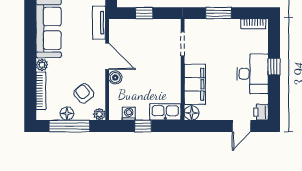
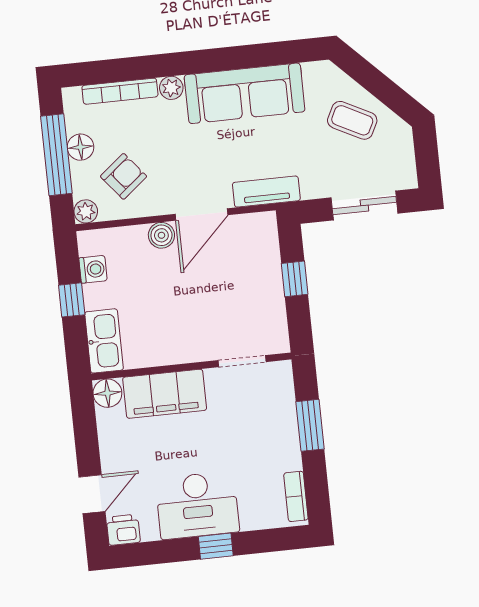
door: (242, 126) -> (92, 494), swing flipped

